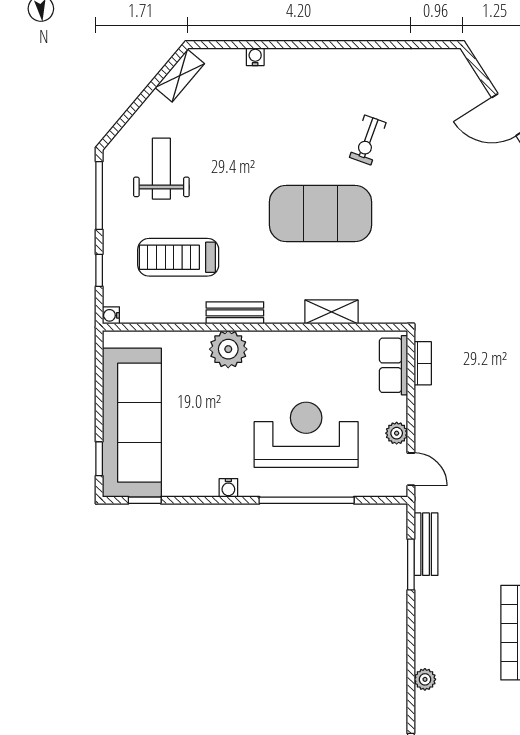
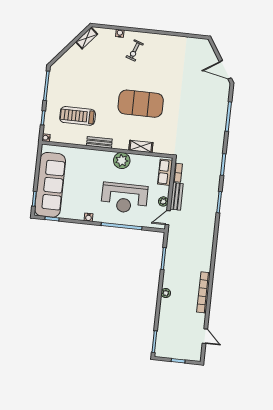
exercise bike: (368, 140) -> (135, 50), moved
weight bench: (161, 169) -> (74, 77), removed
plant: (228, 349) -> (122, 161), moved
reception desk: (306, 435) -> (124, 198), turned 180
door: (411, 469) -> (168, 218), swing flipped
bench: (426, 544) -> (177, 196), moved
plant: (425, 679) -> (166, 293), moved

